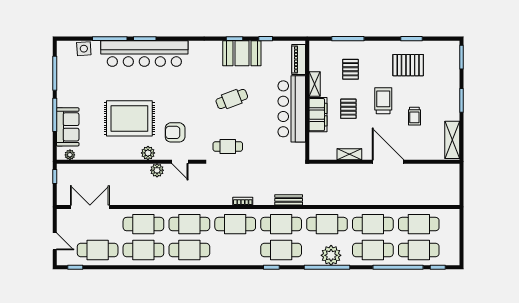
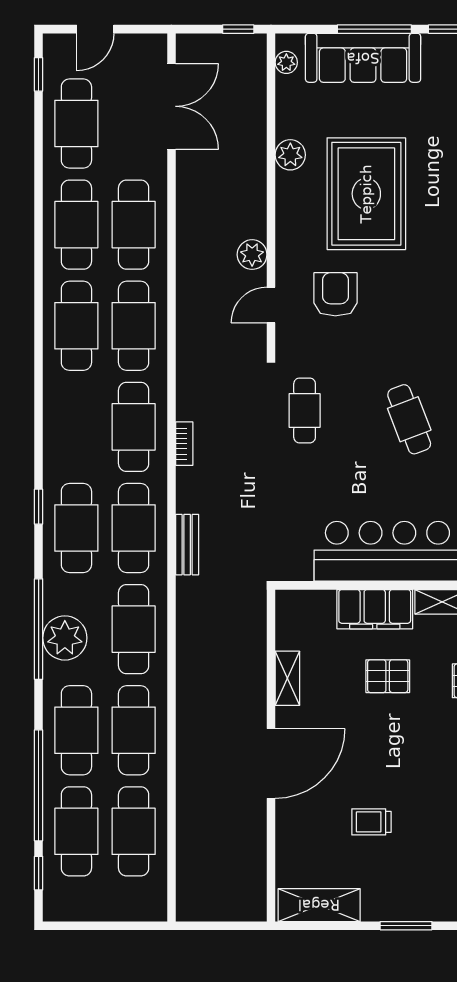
trolley: (383, 101) -> (405, 753), removed
sofa: (68, 127) -> (363, 58), width x1.36
plant: (148, 153) -> (290, 155), moved

